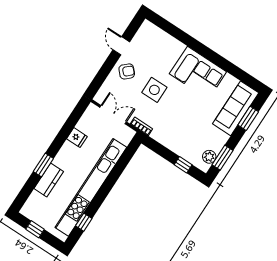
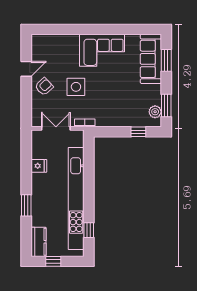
door: (121, 46) -> (26, 69), swing flipped
kitchen counter: (49, 180) -> (38, 242), moved

